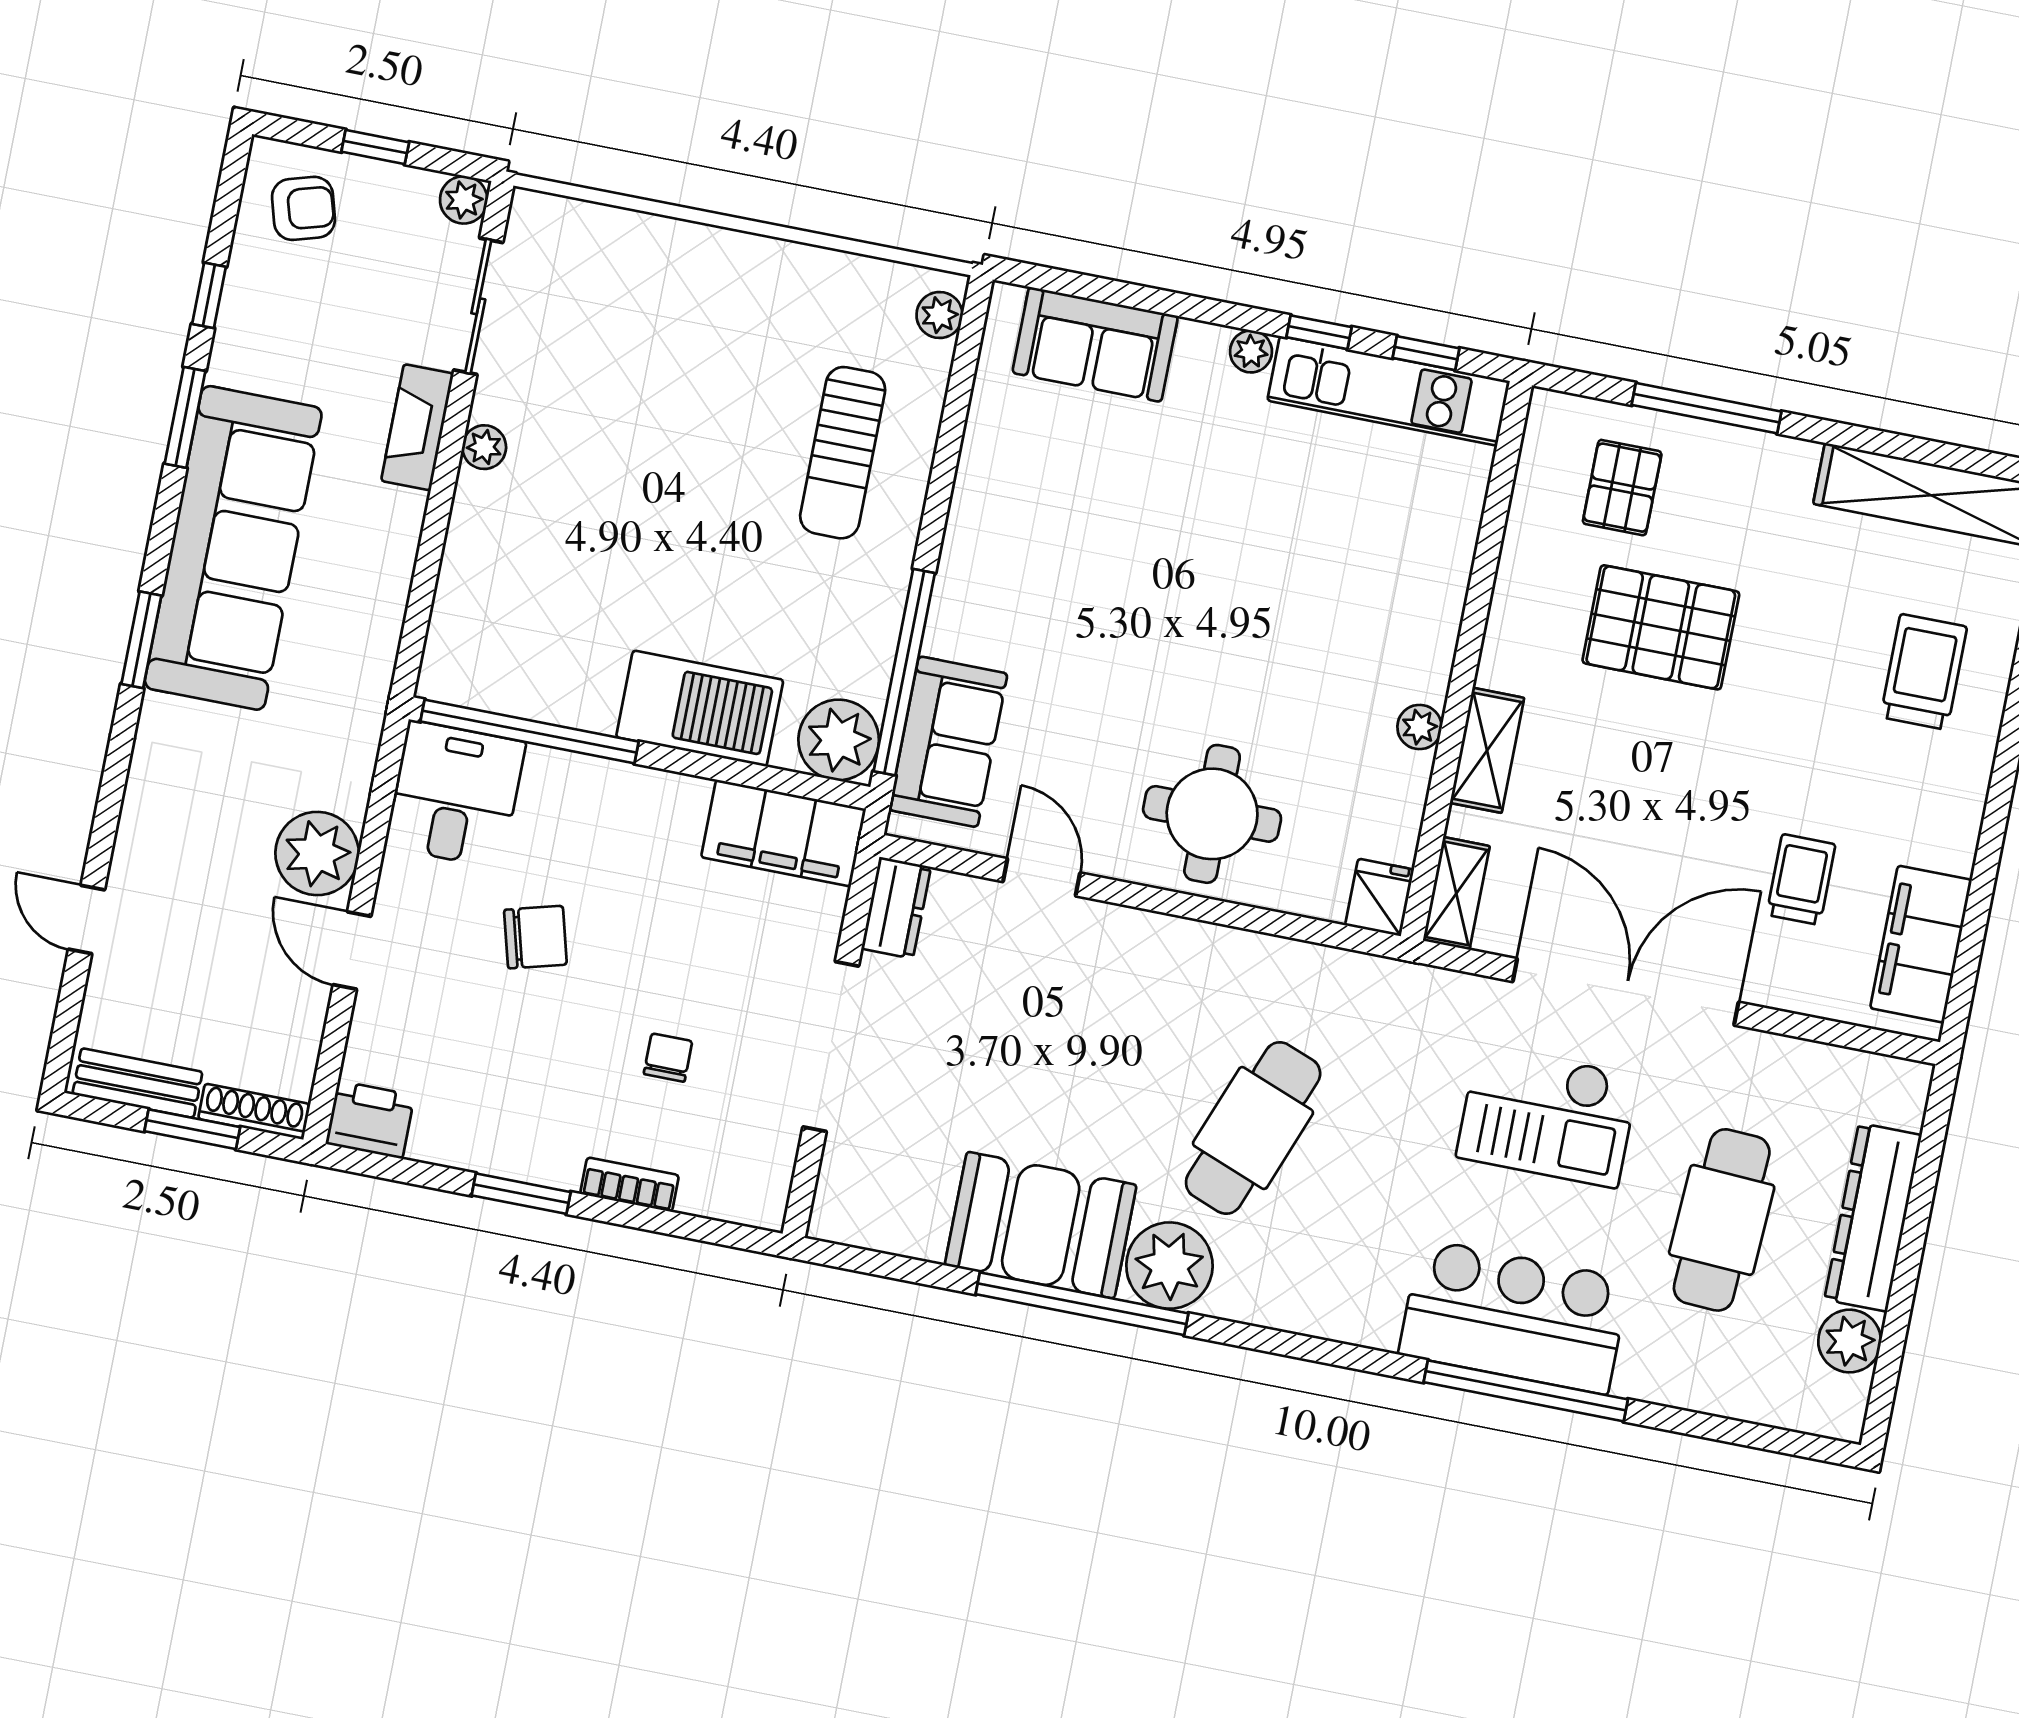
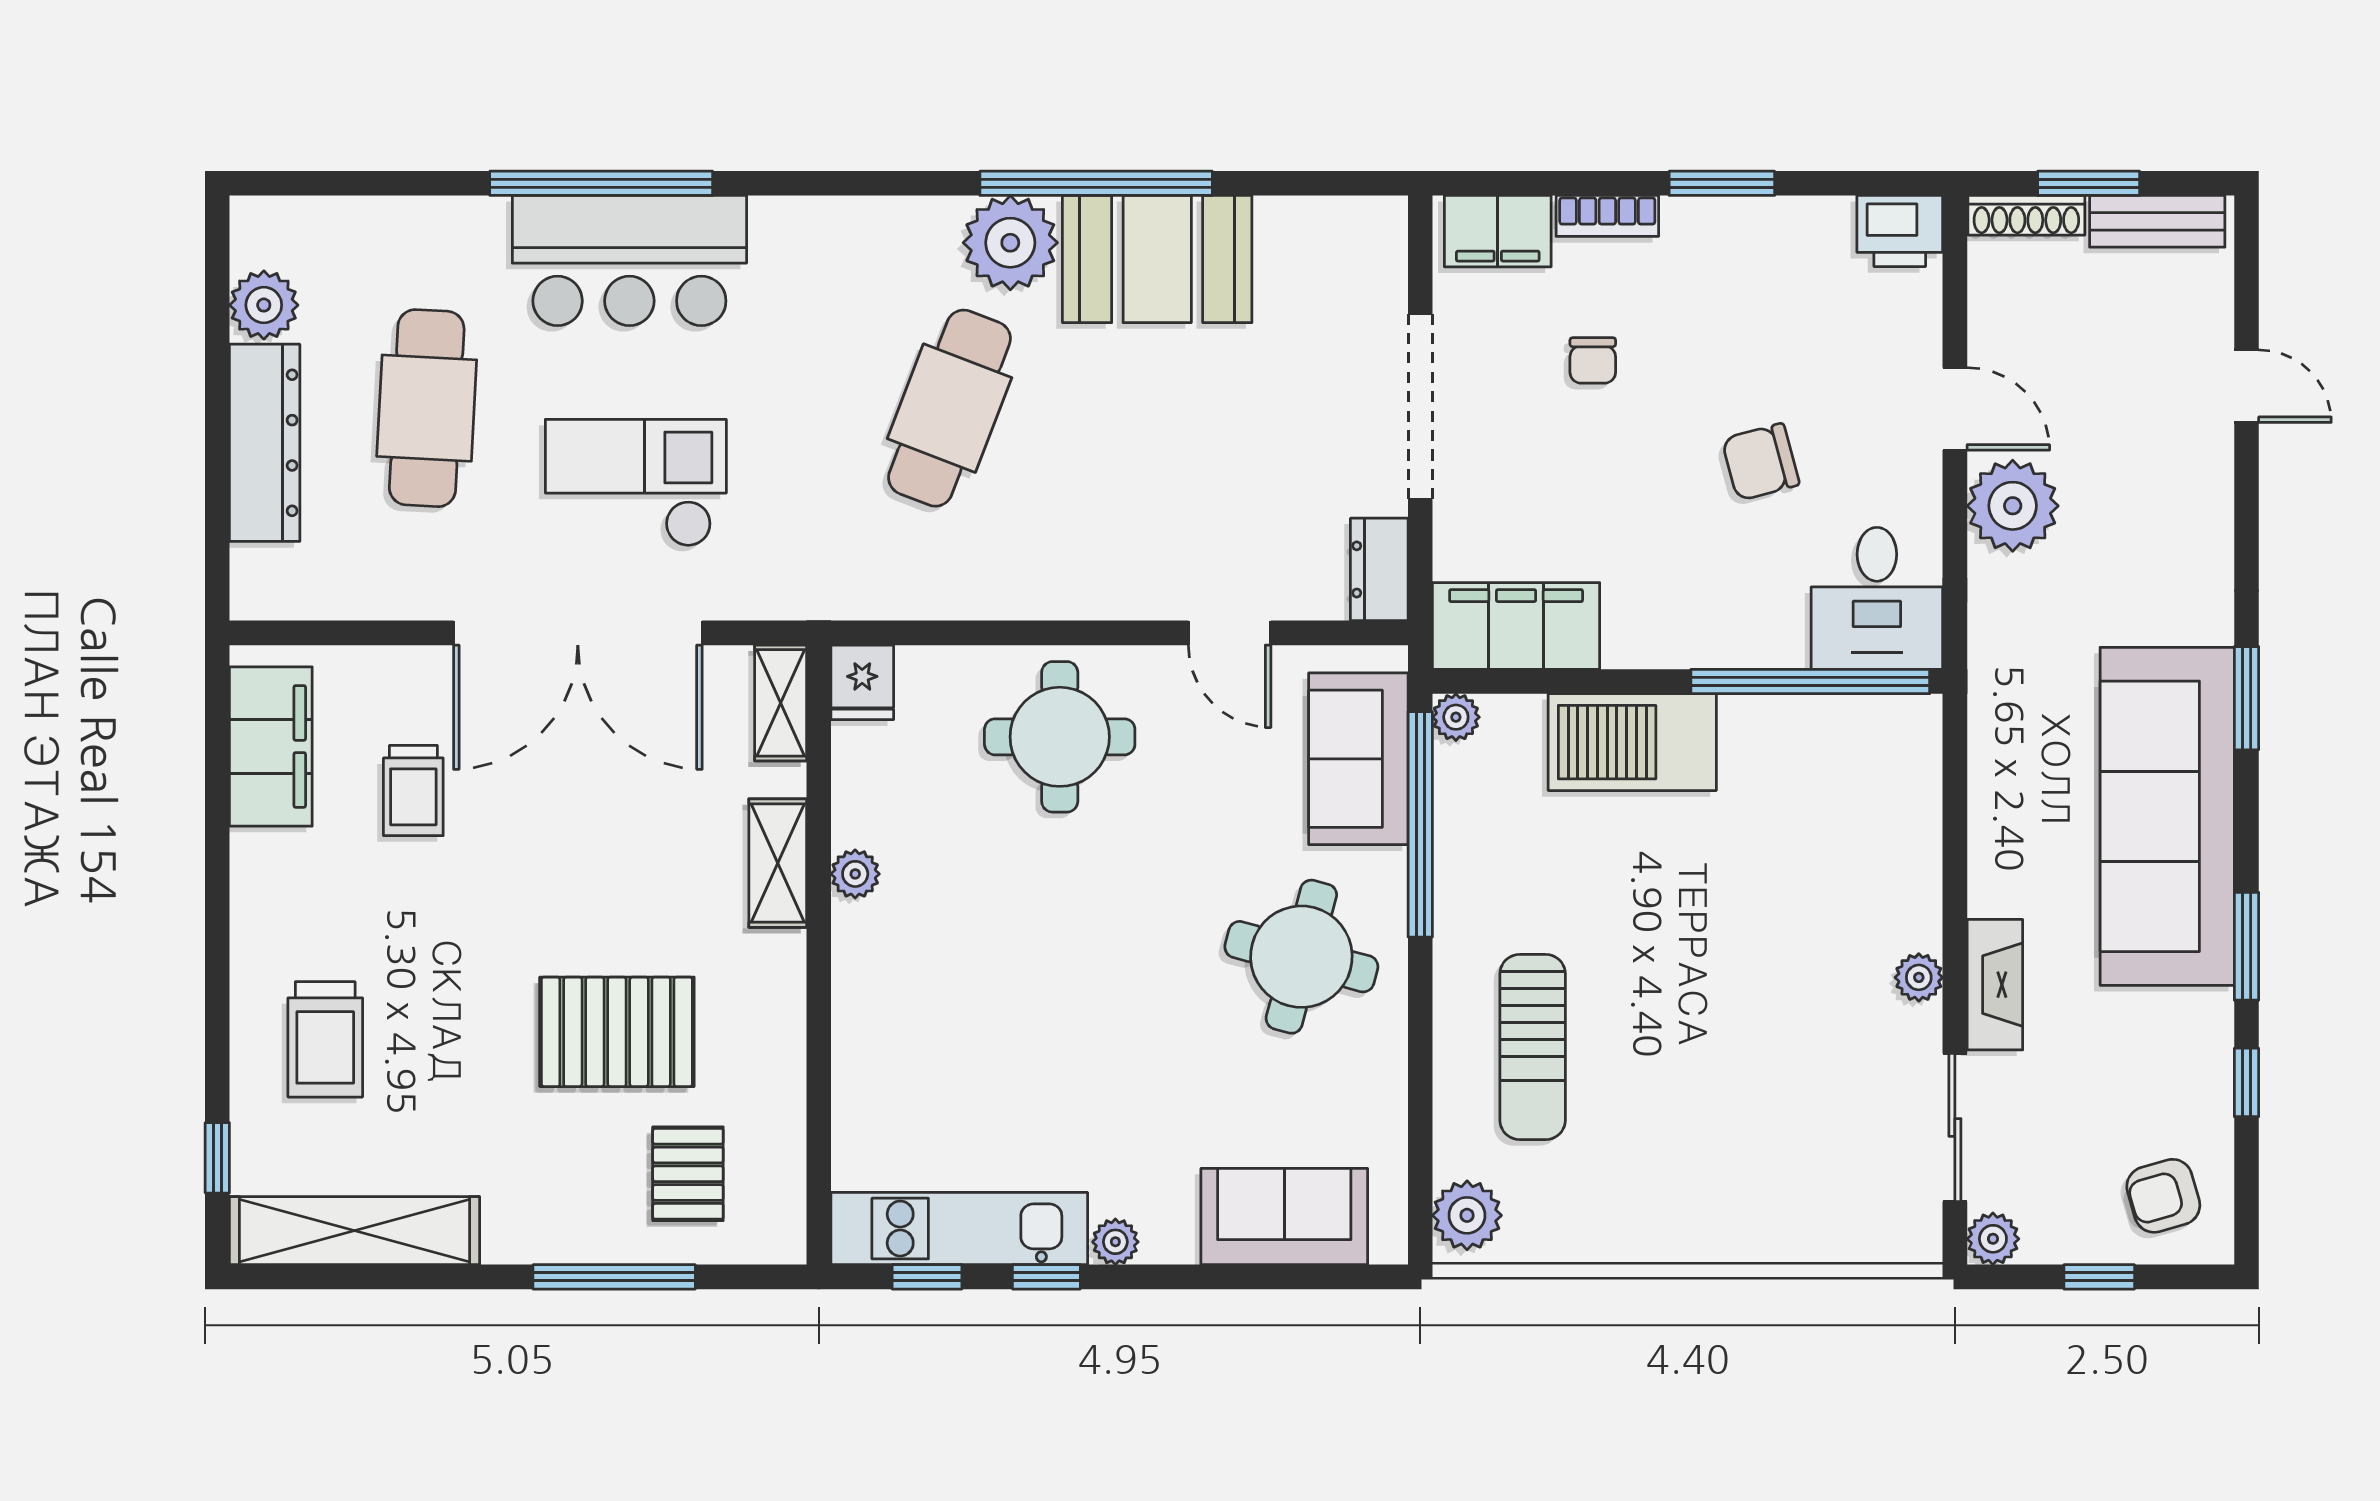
plant: (940, 315) -> (1467, 1215), width x1.38, depth x1.38
sun lounger: (843, 453) -> (1533, 1047), turned 180
round table: (1034, 574) -> (1301, 957), added
plant: (839, 740) -> (1456, 717), width x0.53, depth x0.53
filing cabinet: (730, 1190) -> (1498, 231), added

